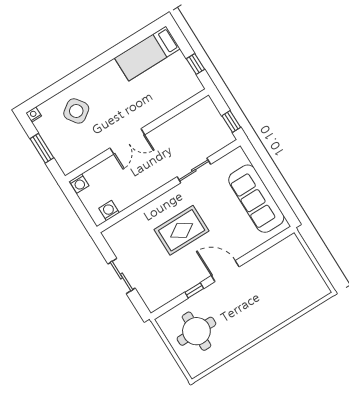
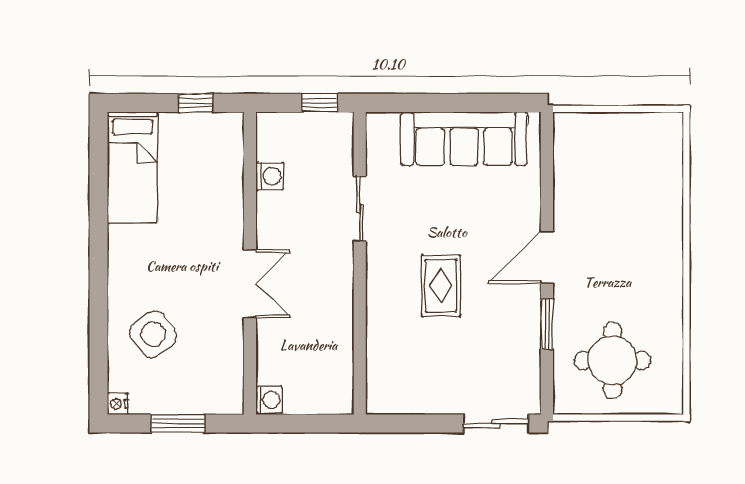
washing machine: (109, 211) -> (270, 176), moved, turned 180
rug: (182, 230) -> (441, 286), width x0.73, depth x0.70
sliding door: (121, 276) -> (496, 424), moved
window: (194, 290) -> (547, 324), width x1.50

